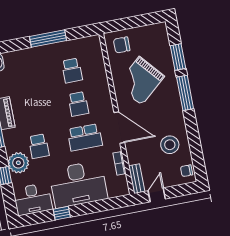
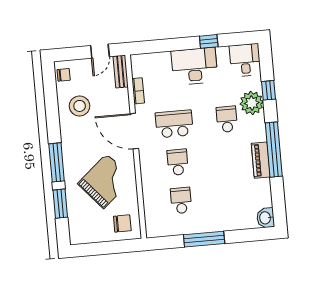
desk: (78, 184) -> (194, 66), width x0.73, depth x0.77
desk: (33, 199) -> (245, 60), width x0.73

